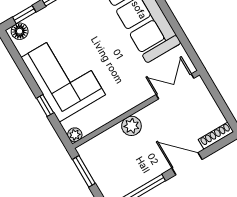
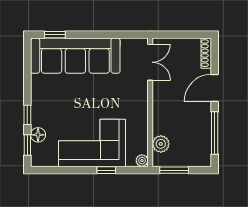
floor lamp: (20, 31) -> (38, 135), moved
double door: (175, 86) -> (150, 62), swing flipped
plant: (131, 126) -> (161, 144), moved

